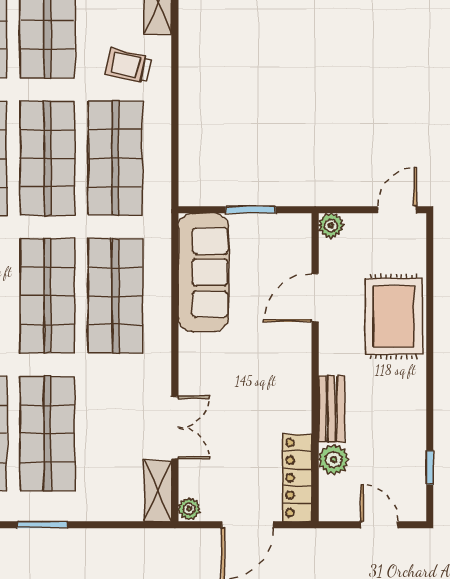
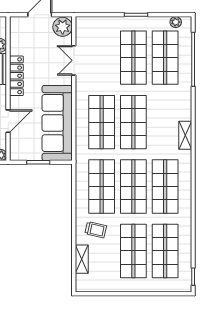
sofa: (203, 272) -> (57, 123), width x1.36, depth x1.27
locker: (297, 478) -> (16, 76), moved
shelving: (158, 491) -> (82, 31), removed
plant: (189, 509) -> (63, 27), width x1.88, depth x1.88

